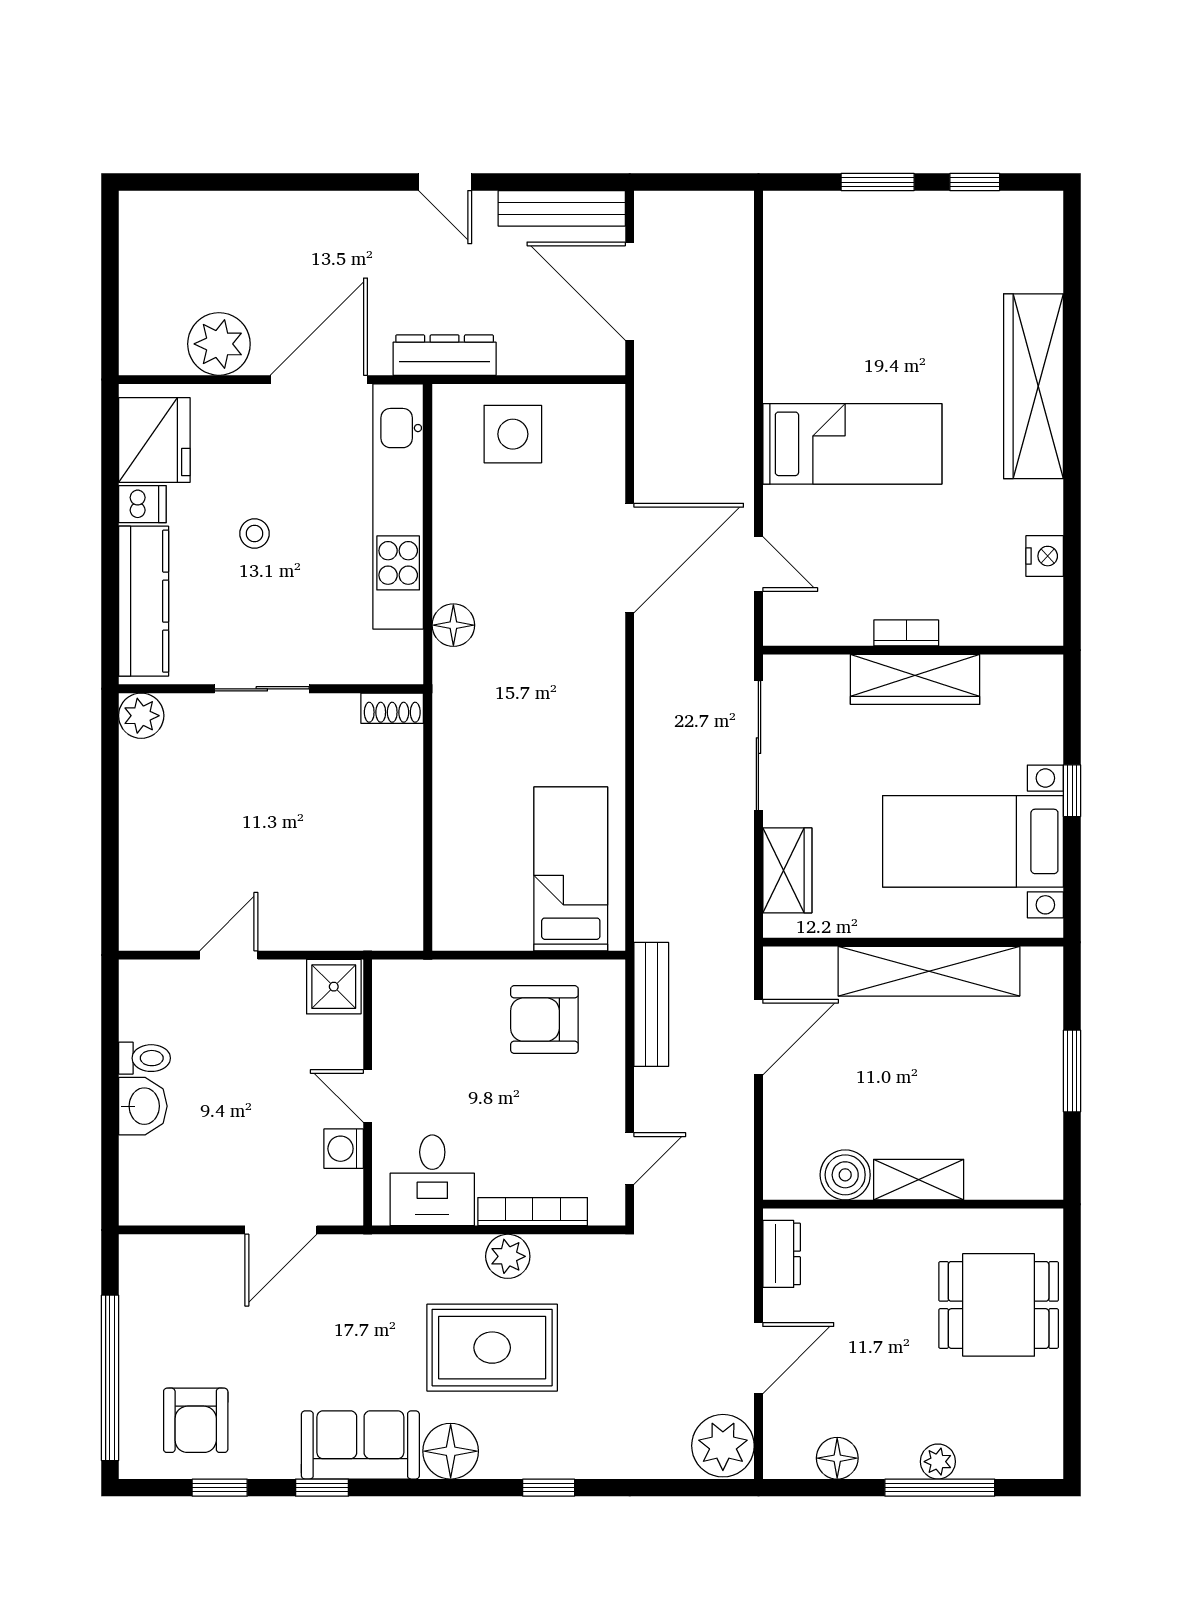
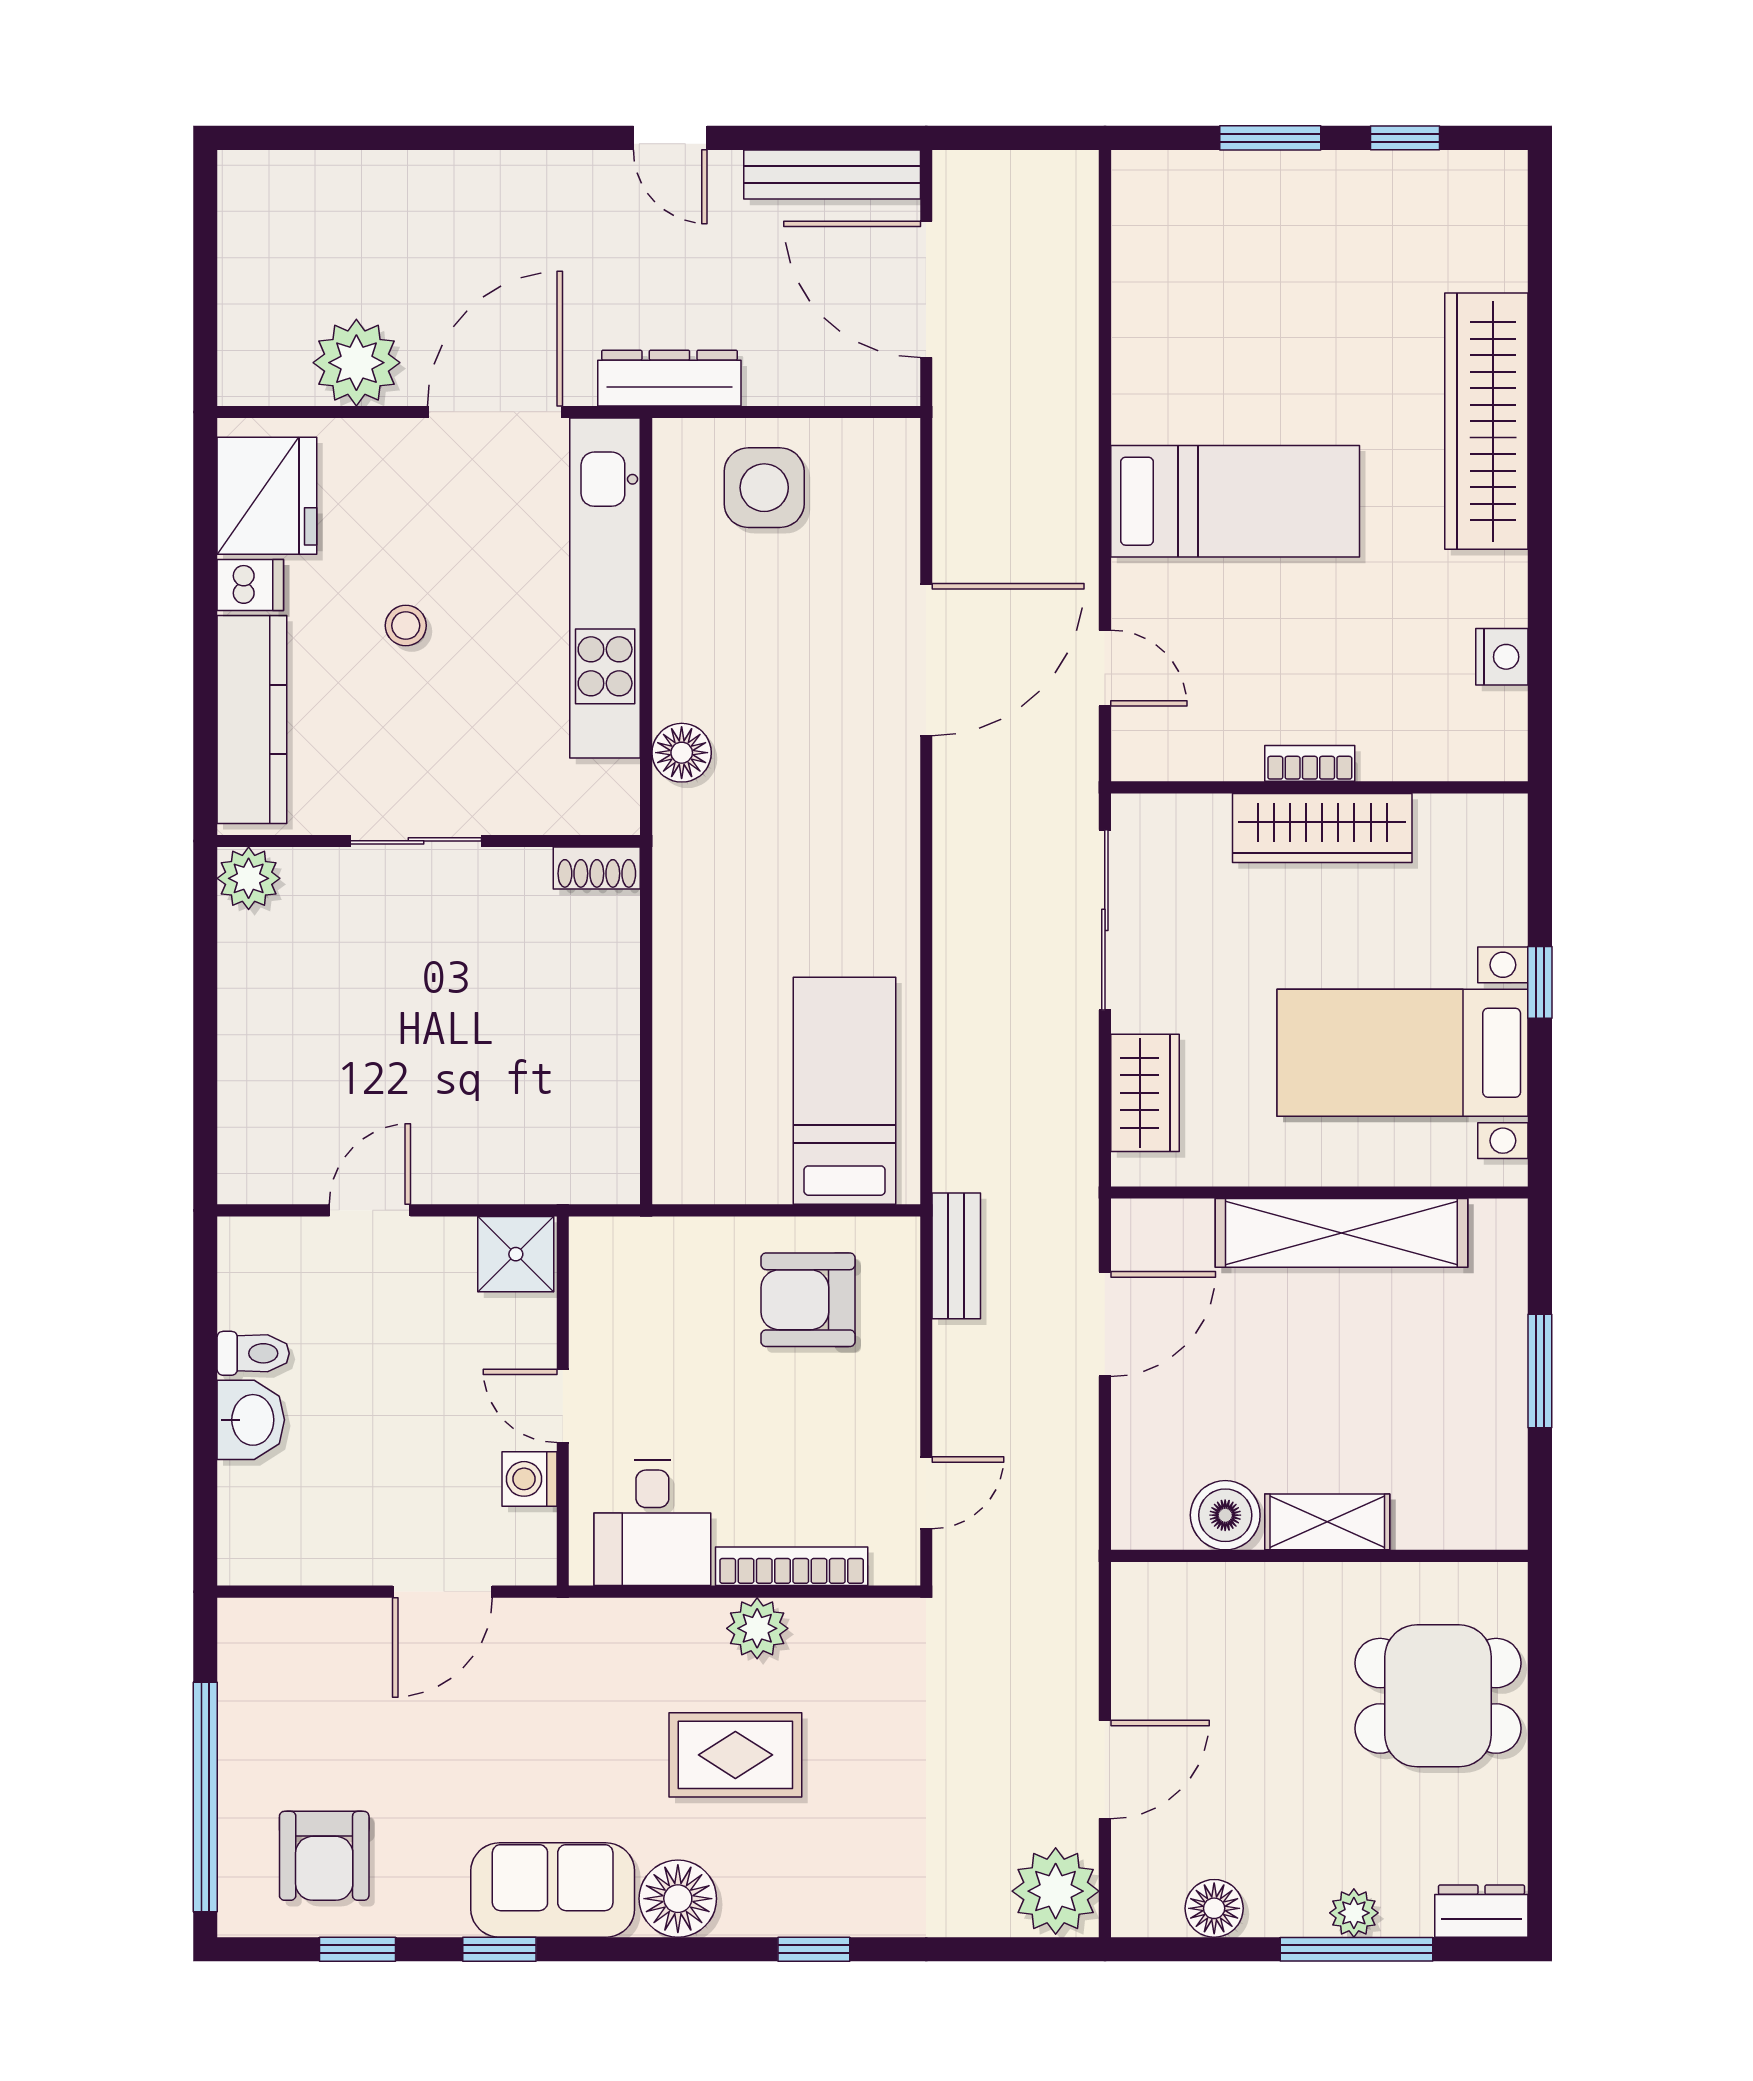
bench: (651, 1004) -> (956, 1256), width x0.73
dresser: (782, 1254) -> (1481, 1911), moved, turned -90
rug: (492, 1348) -> (735, 1755), width x0.73, depth x0.70

